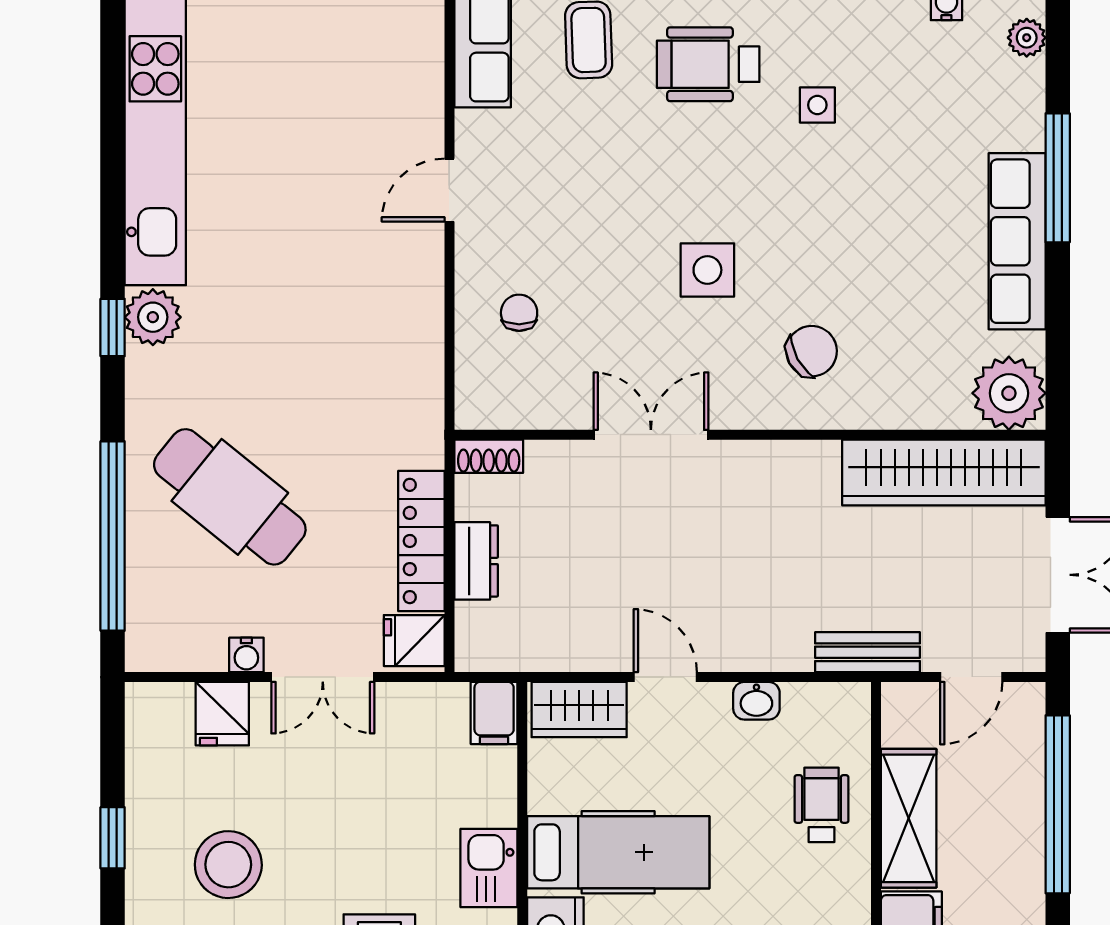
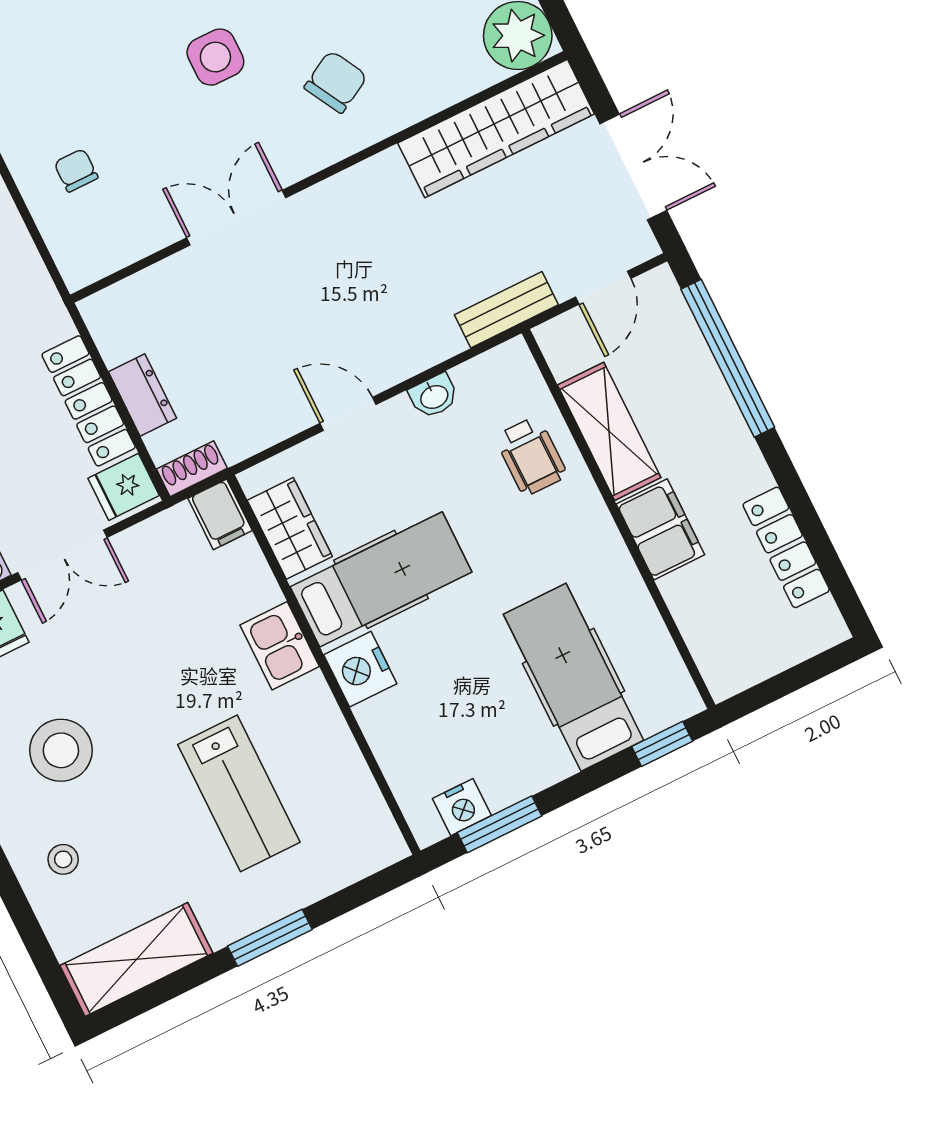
shoe rack: (489, 456) -> (192, 469), moved, turned 180
wardrobe: (579, 710) -> (290, 528), moved, turned -90
wheelchair: (821, 805) -> (531, 456), turned 180

